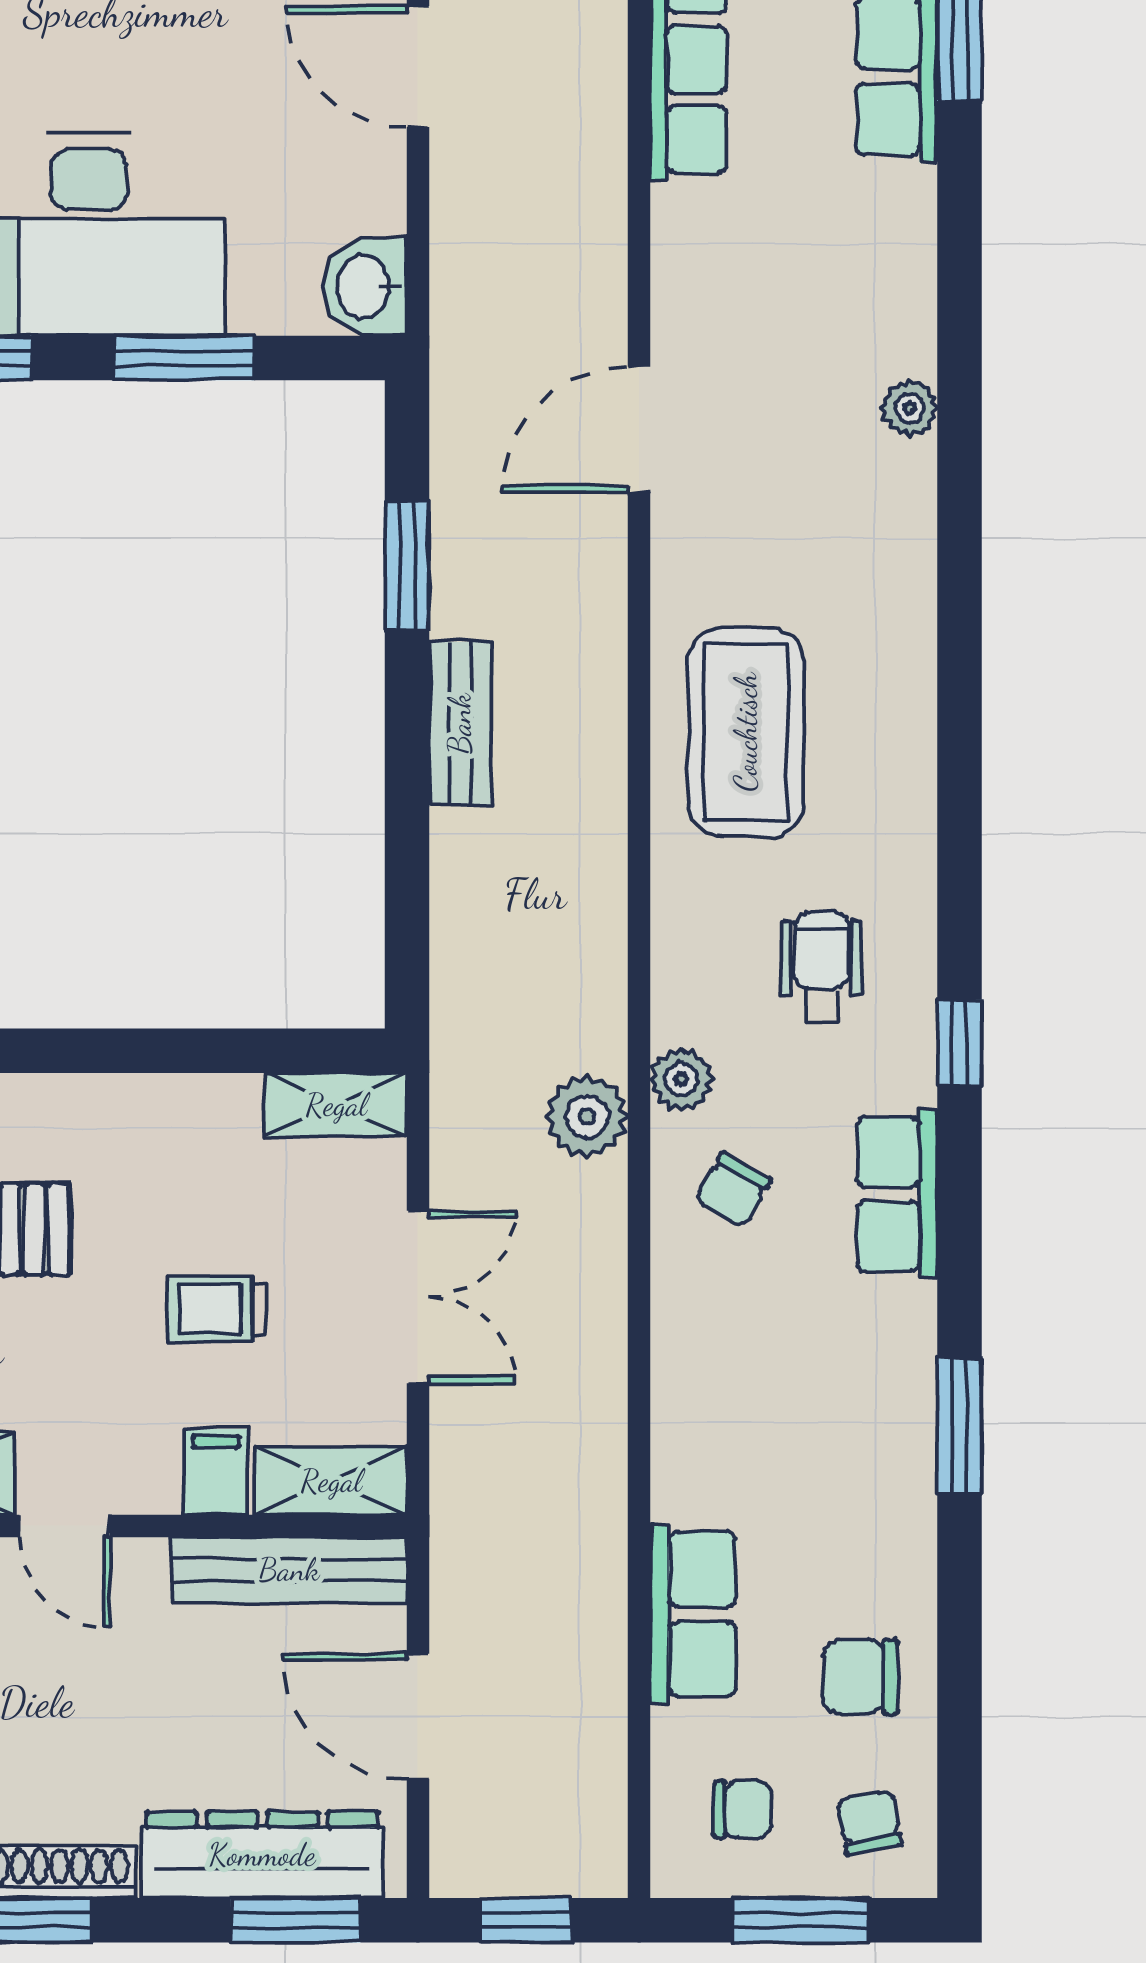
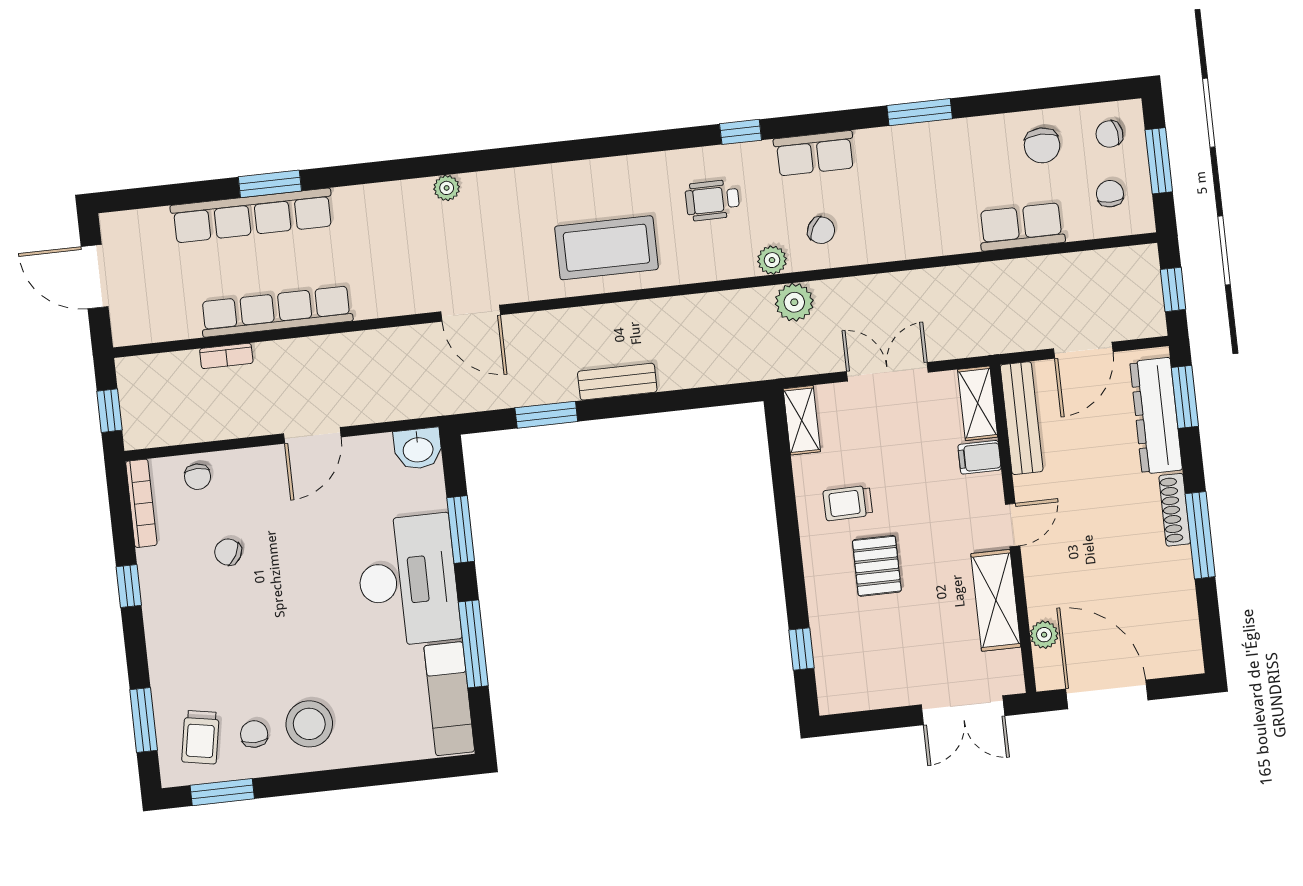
trolley: (217, 1309) -> (848, 503), moved, turned 89

